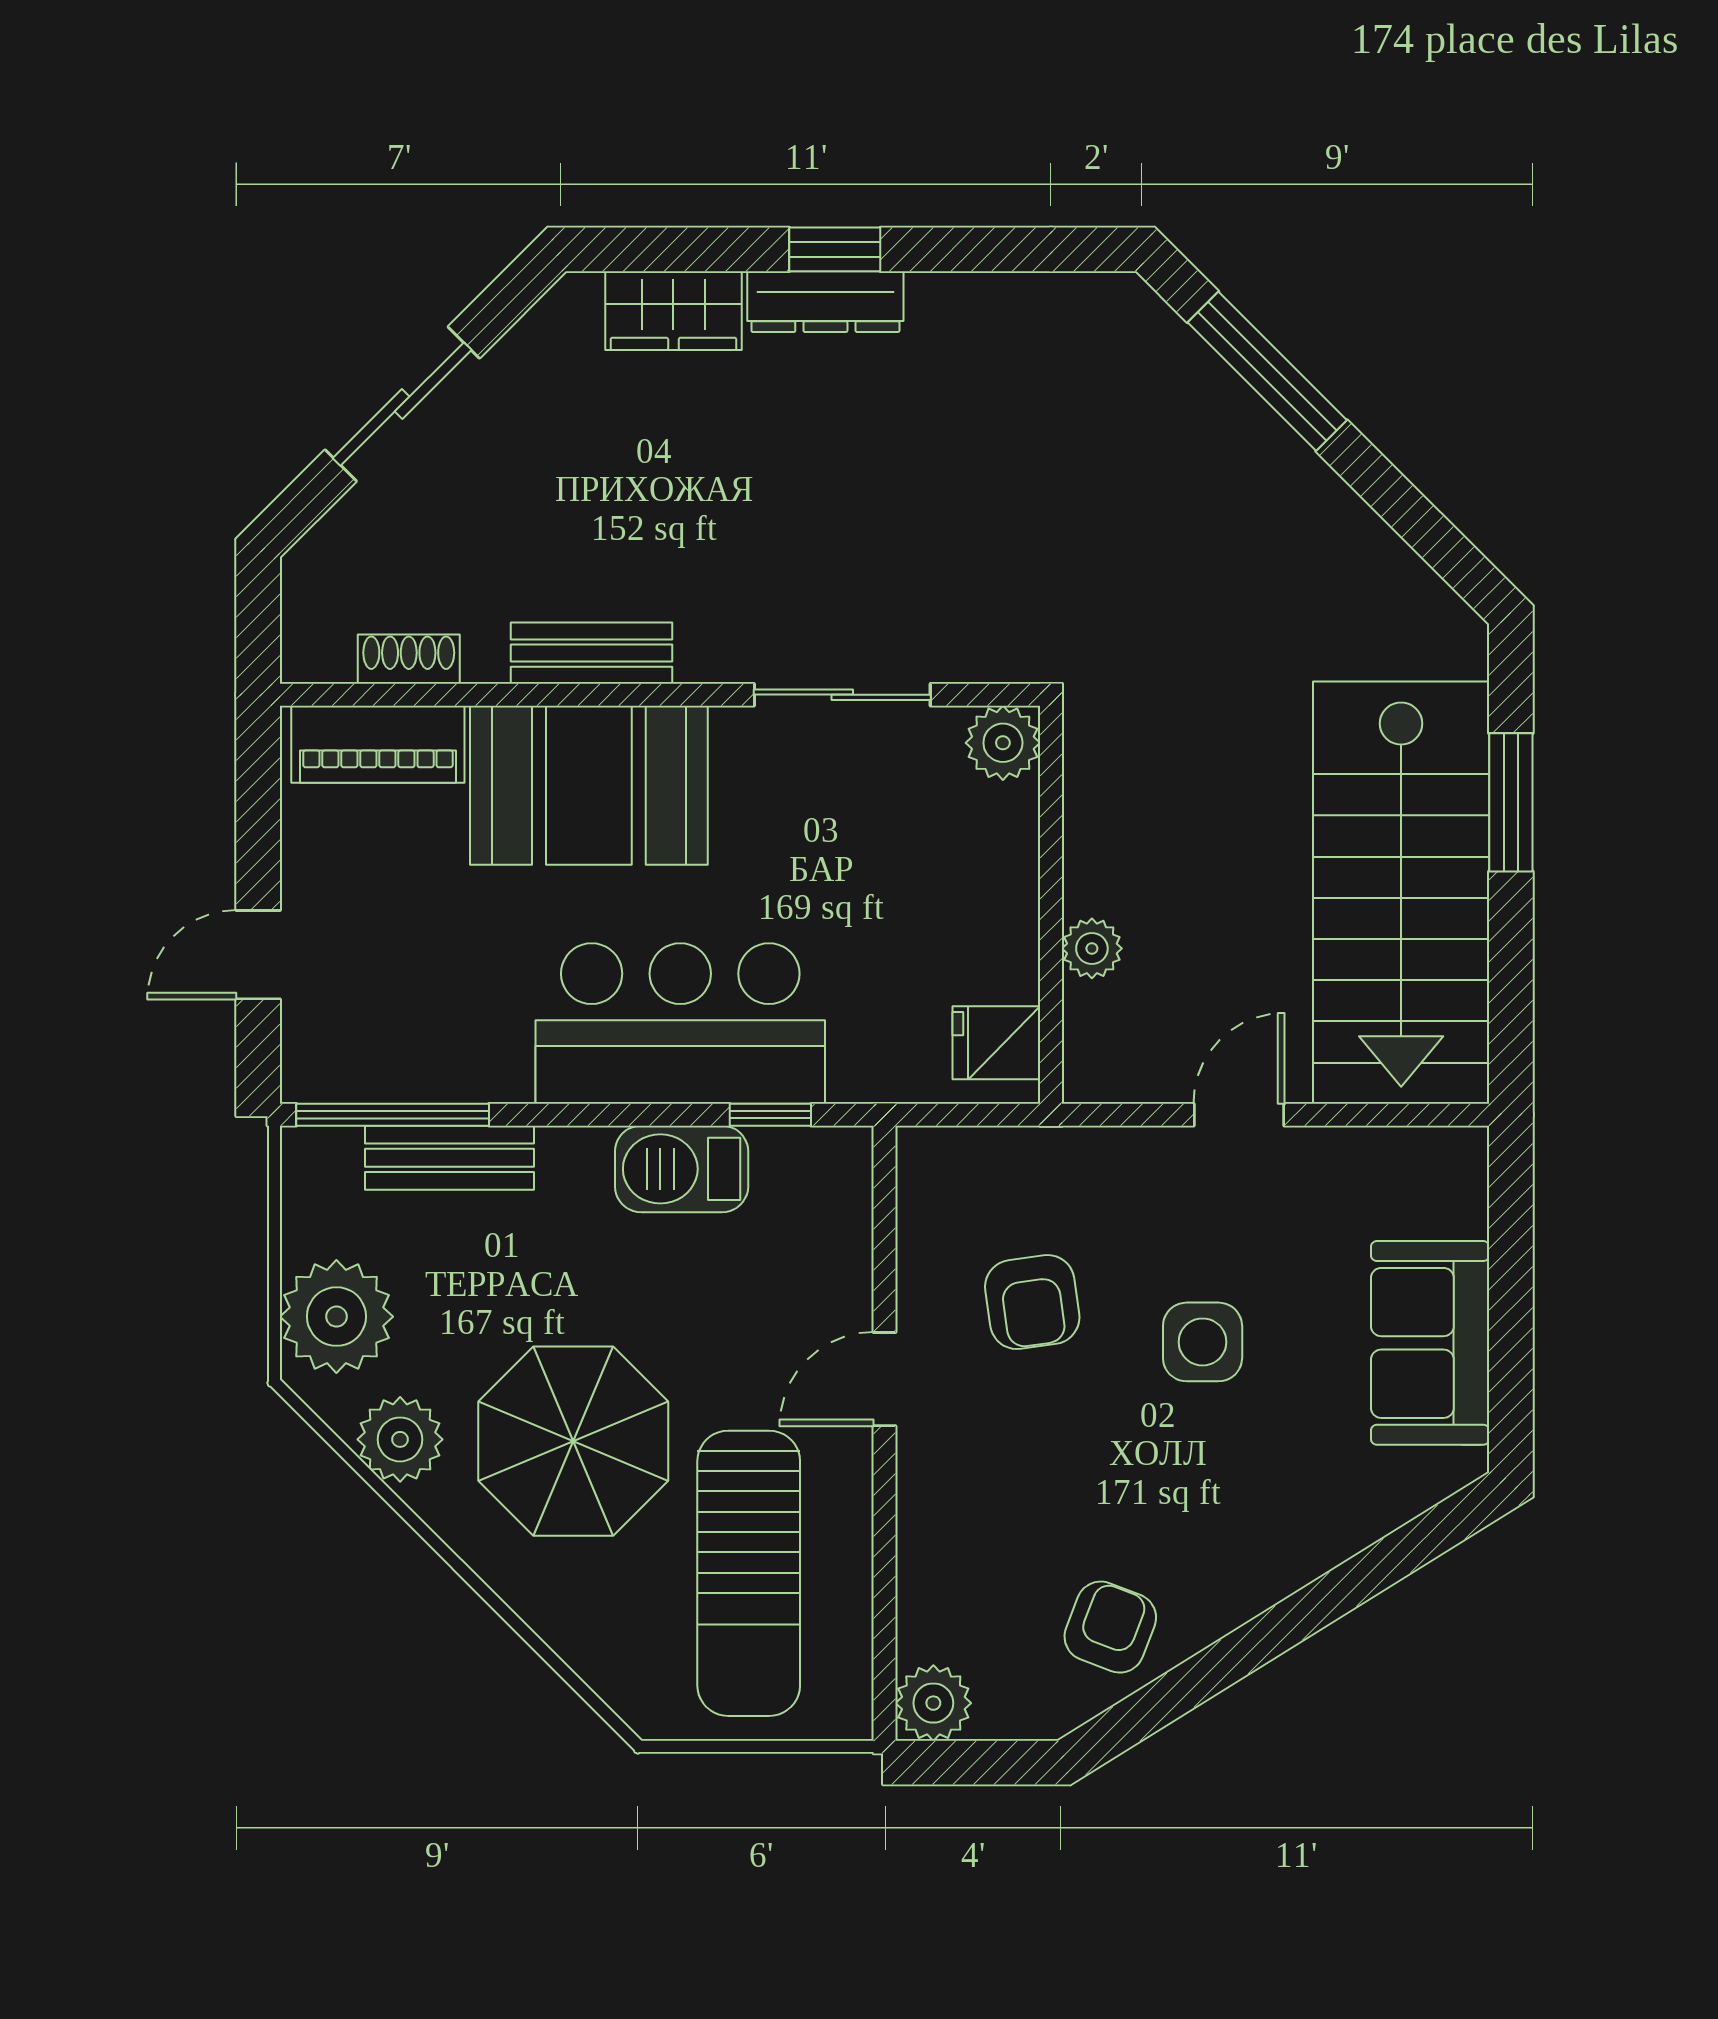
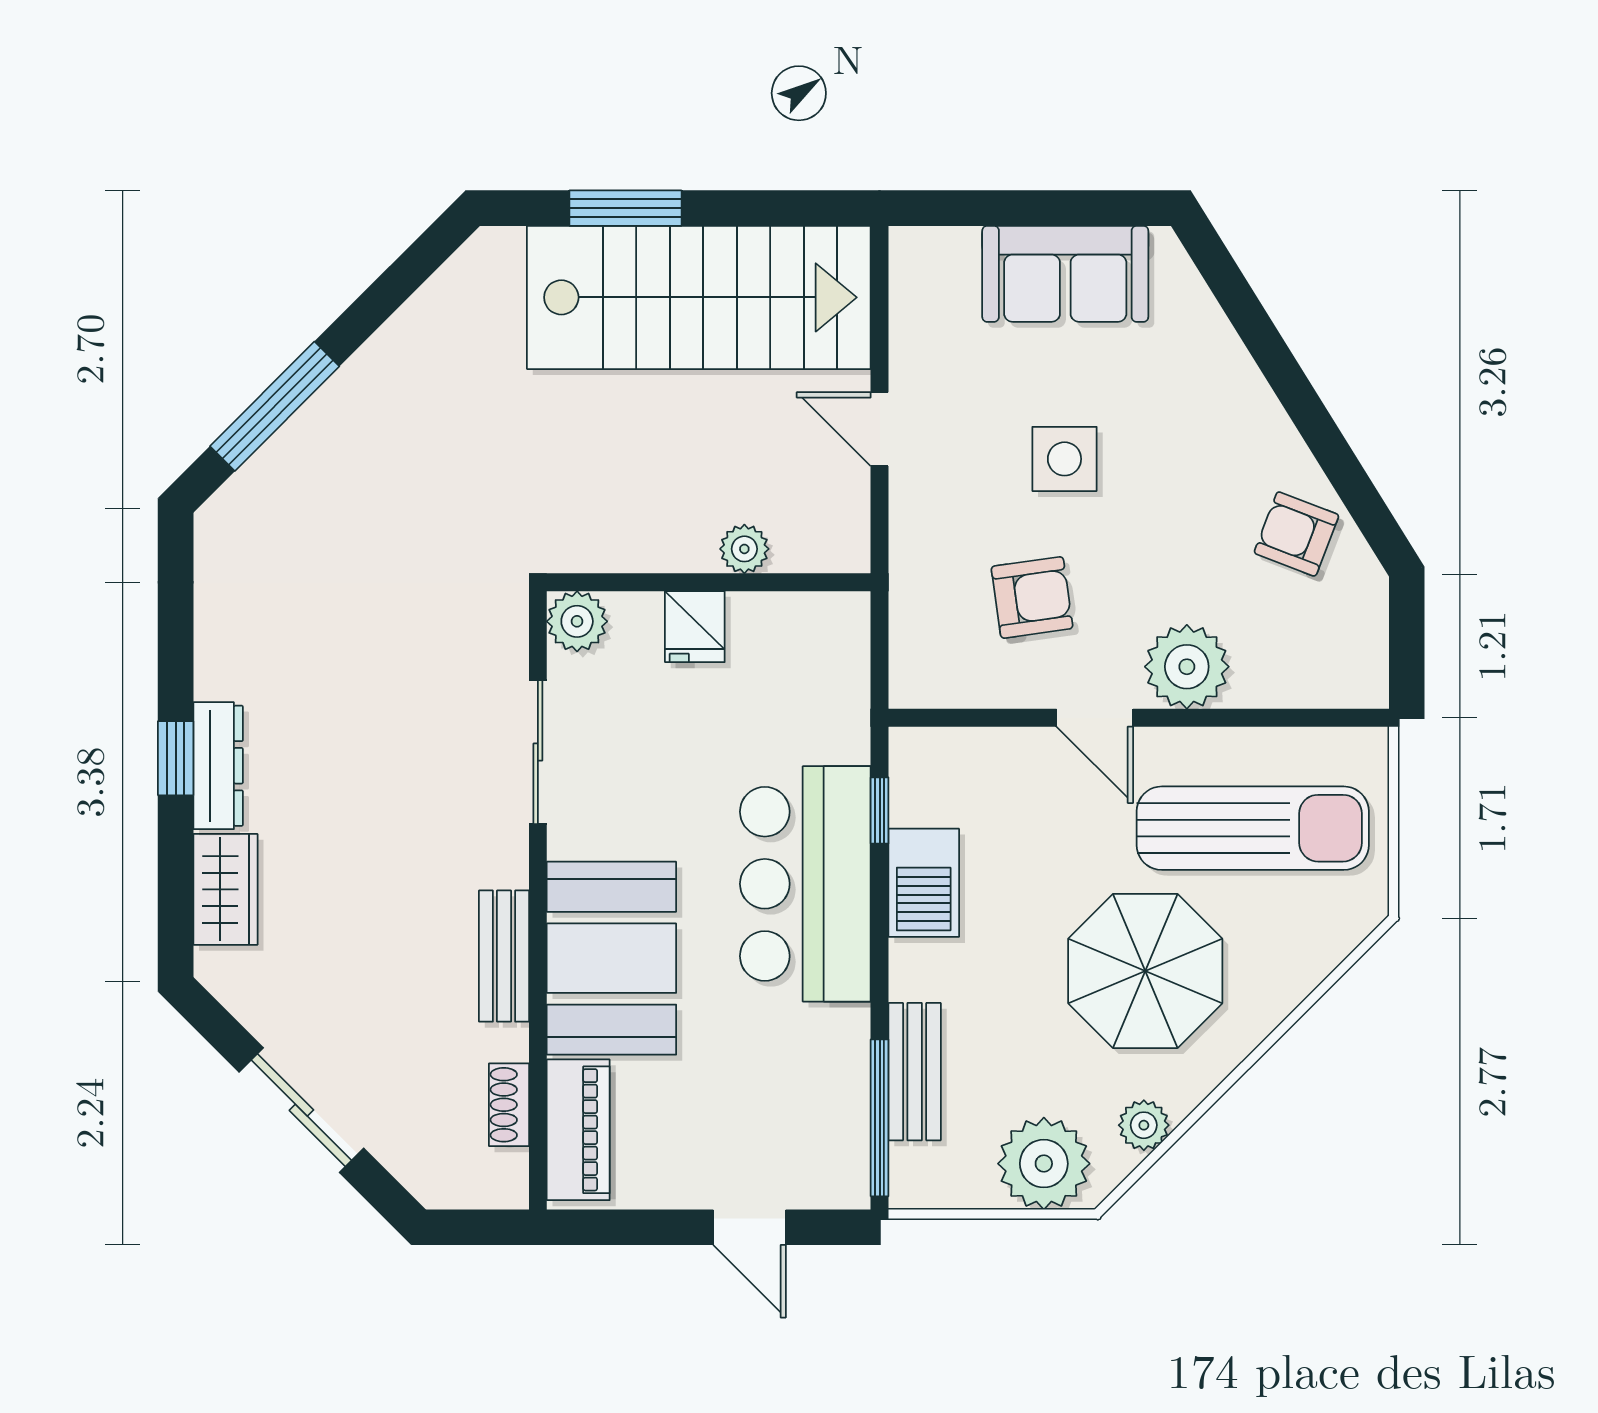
fridge: (996, 1043) -> (695, 627), moved
plant: (400, 1439) -> (1144, 1125), width x0.73, depth x0.73
plant: (933, 1703) -> (1187, 667), moved, width x1.36, depth x1.36

